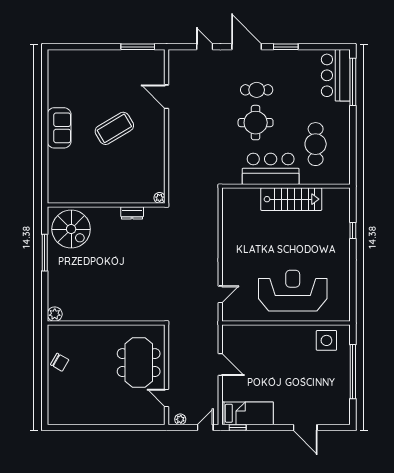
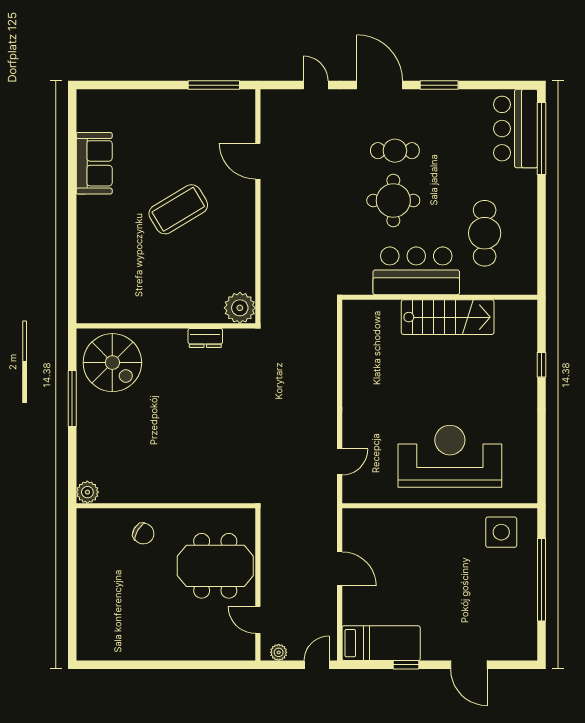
sofa: (59, 128) -> (94, 163), moved
plant: (160, 198) -> (240, 308), width x1.87, depth x1.87
chair: (60, 362) -> (143, 534), moved
meeting table: (139, 363) -> (215, 566), turned 90
window: (238, 427) -> (406, 665), moved

